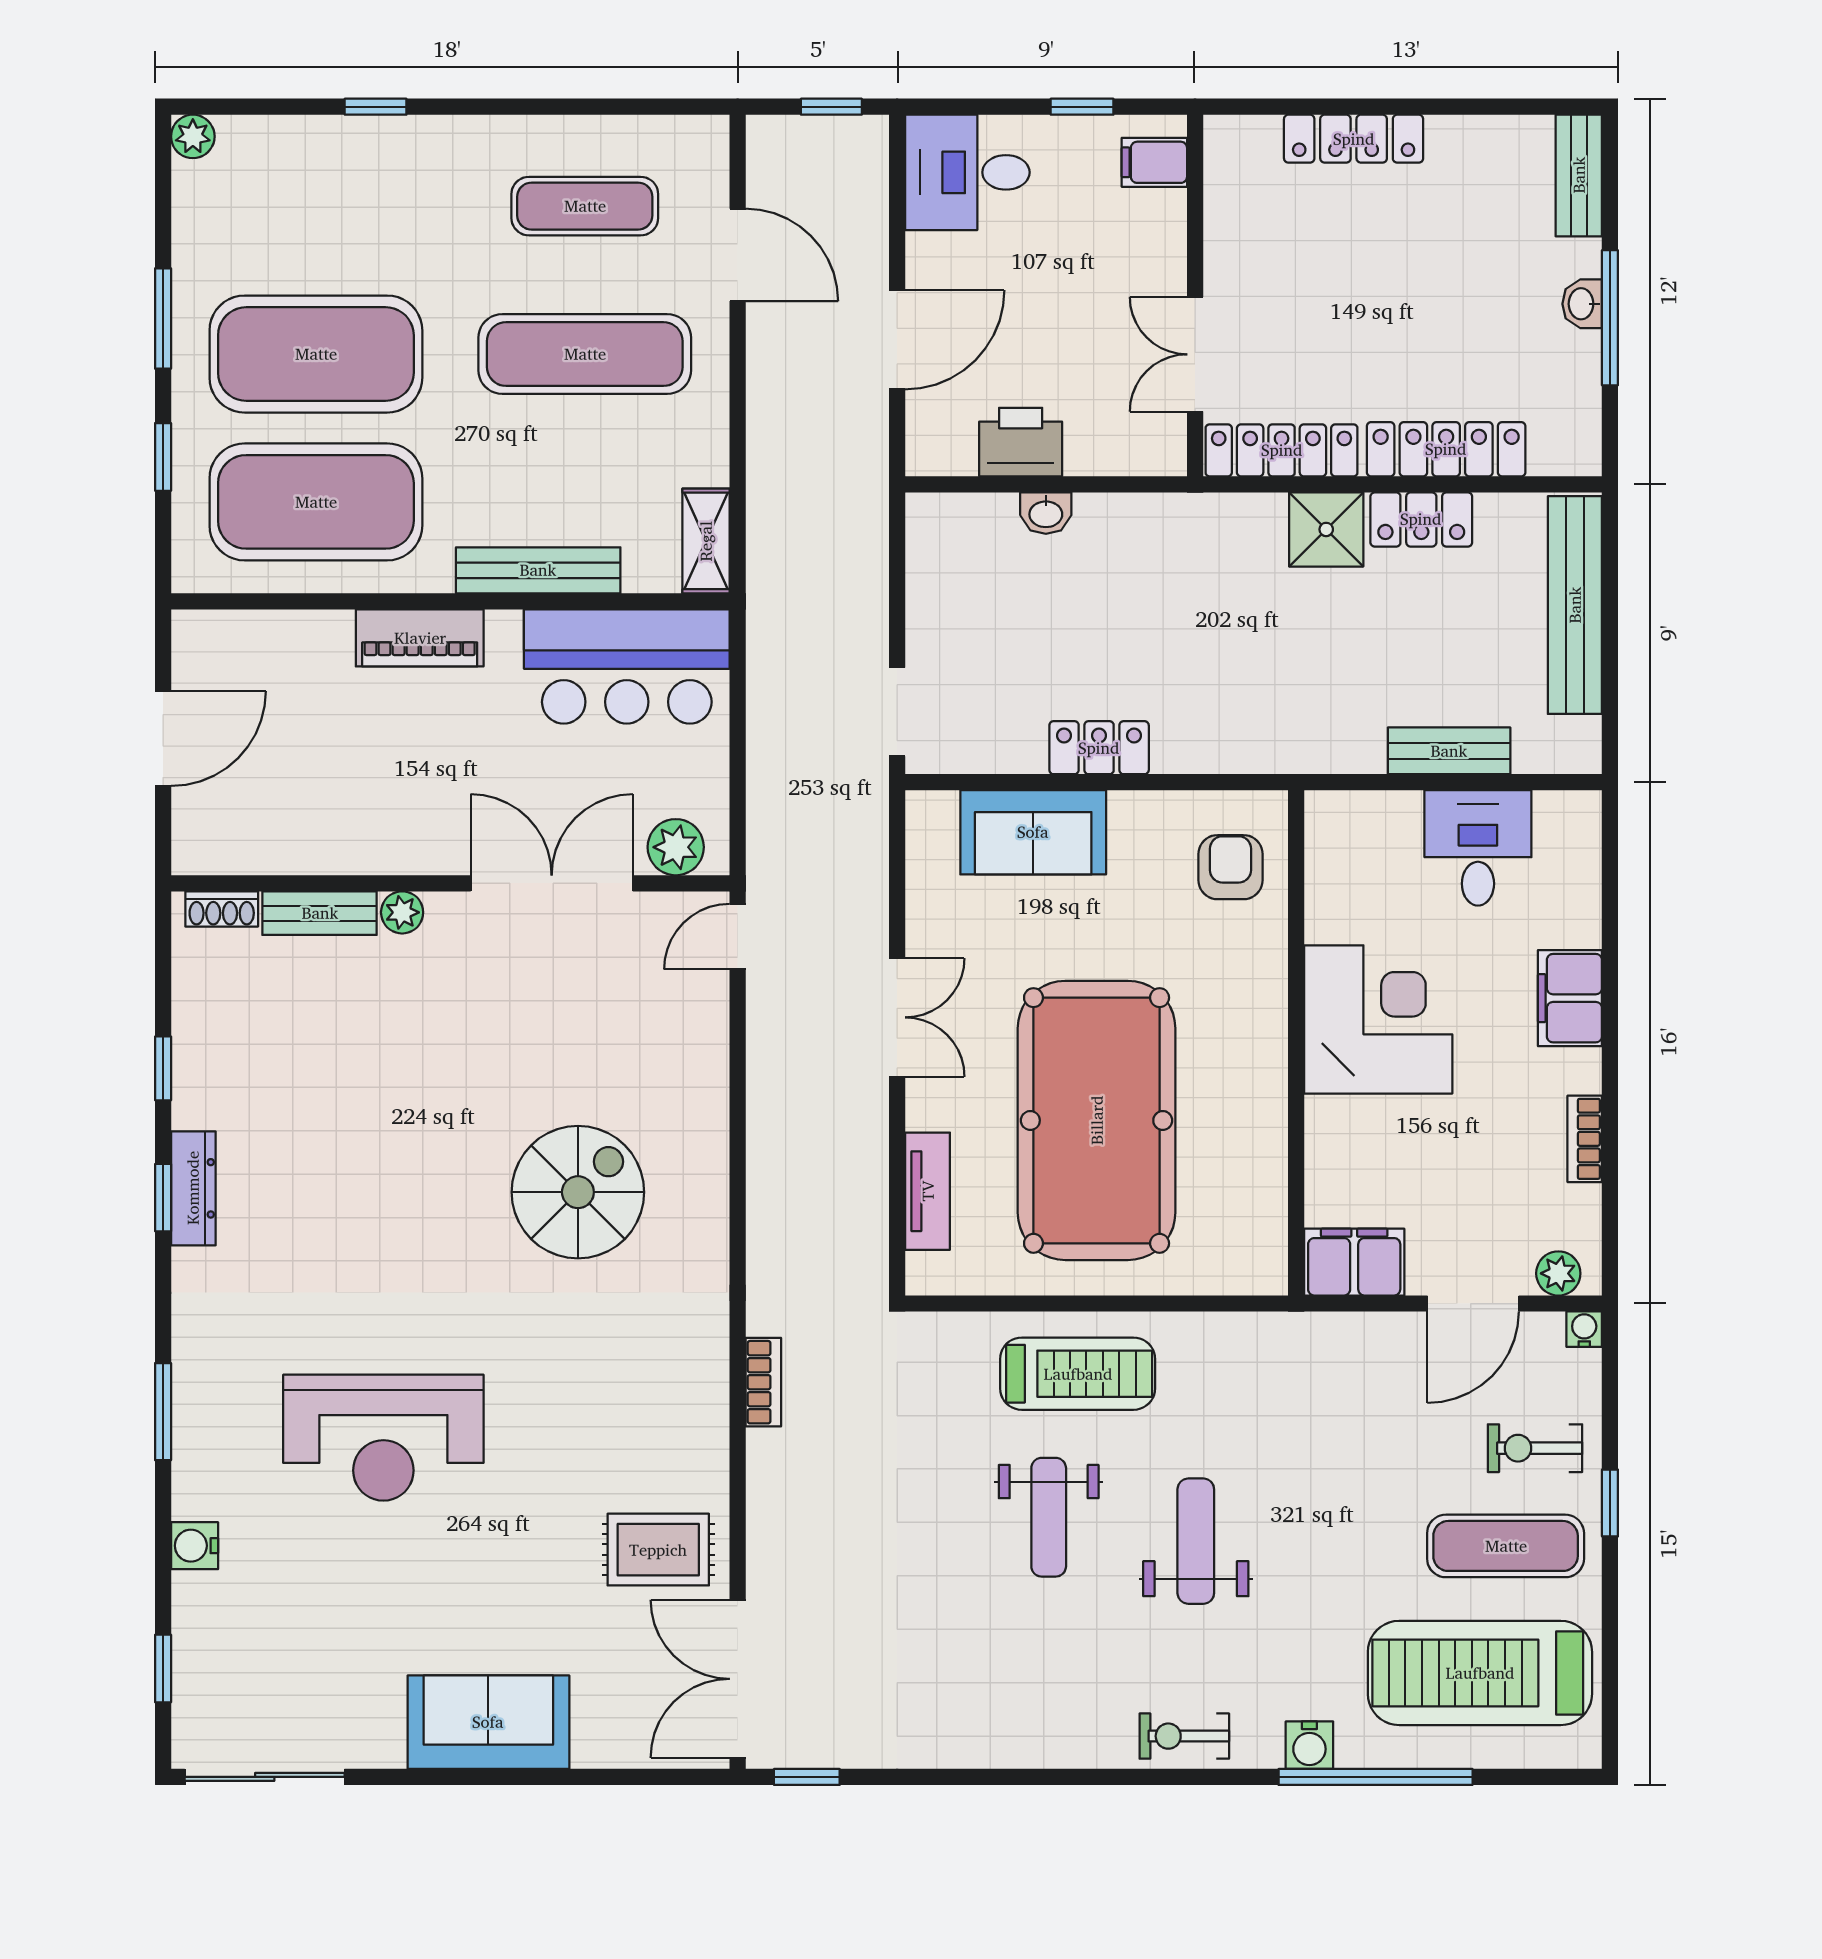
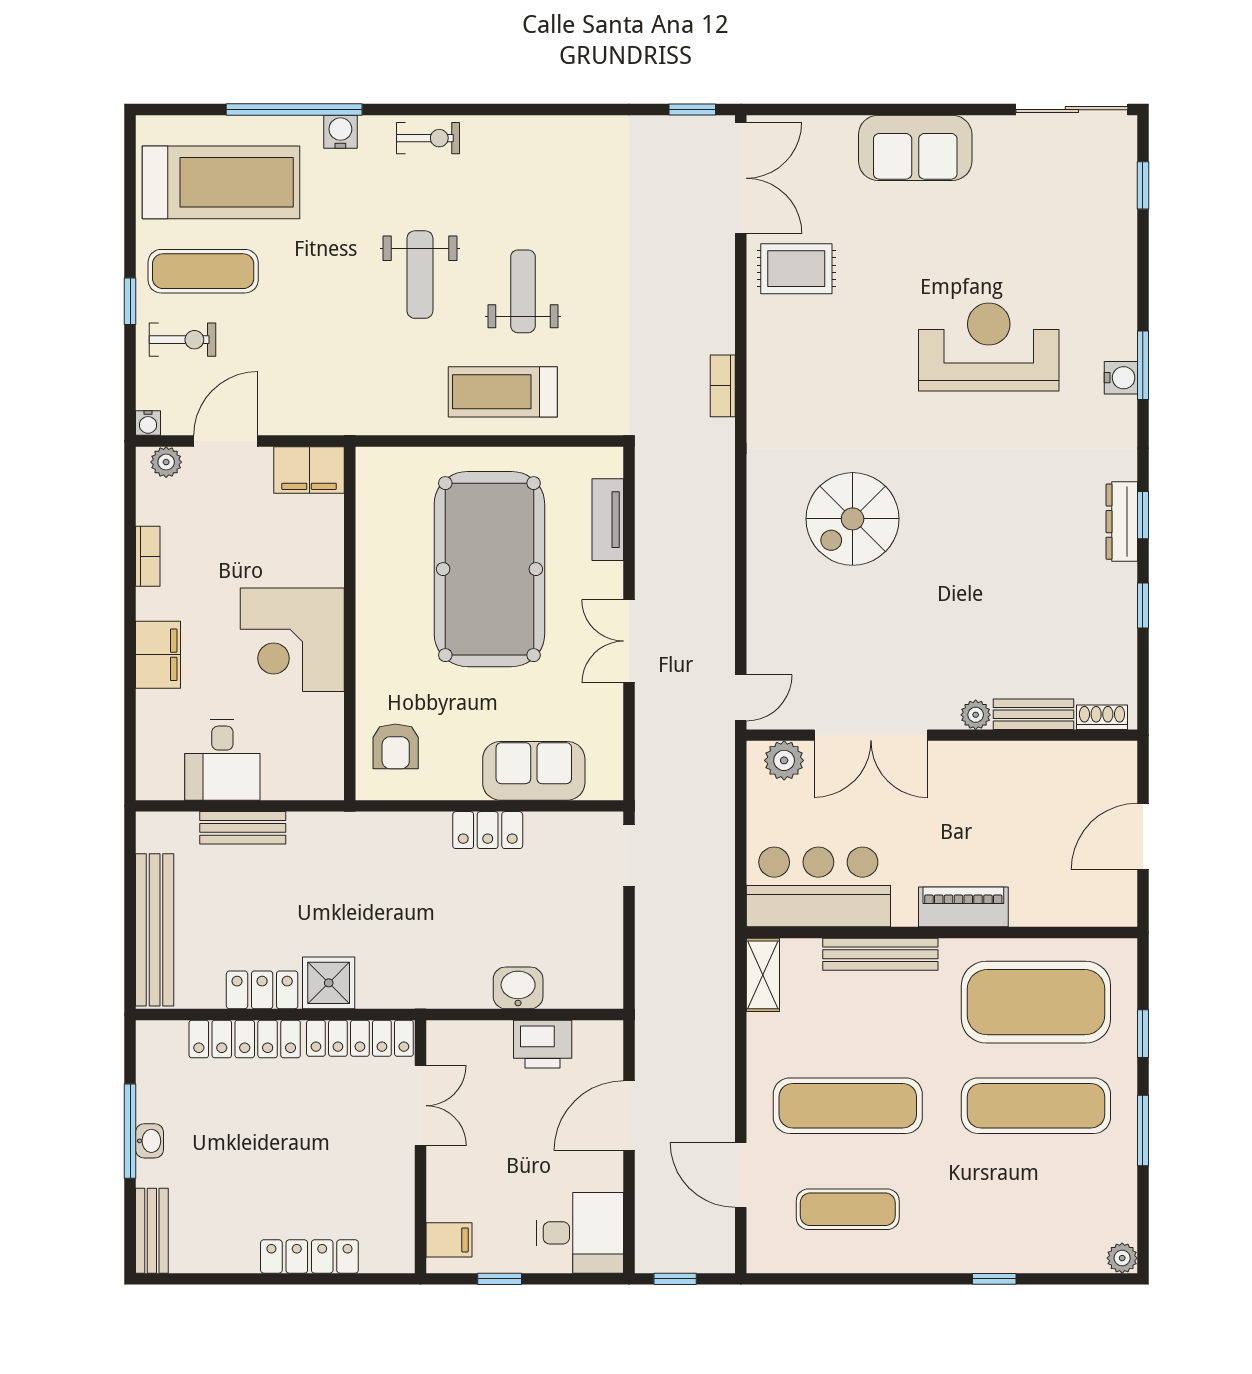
exercise mat: (316, 354) -> (1036, 1106), width x0.68
washbasin: (1046, 513) -> (518, 988), width x1.38, depth x1.45
water cooler: (195, 1546) -> (1121, 378), moved

